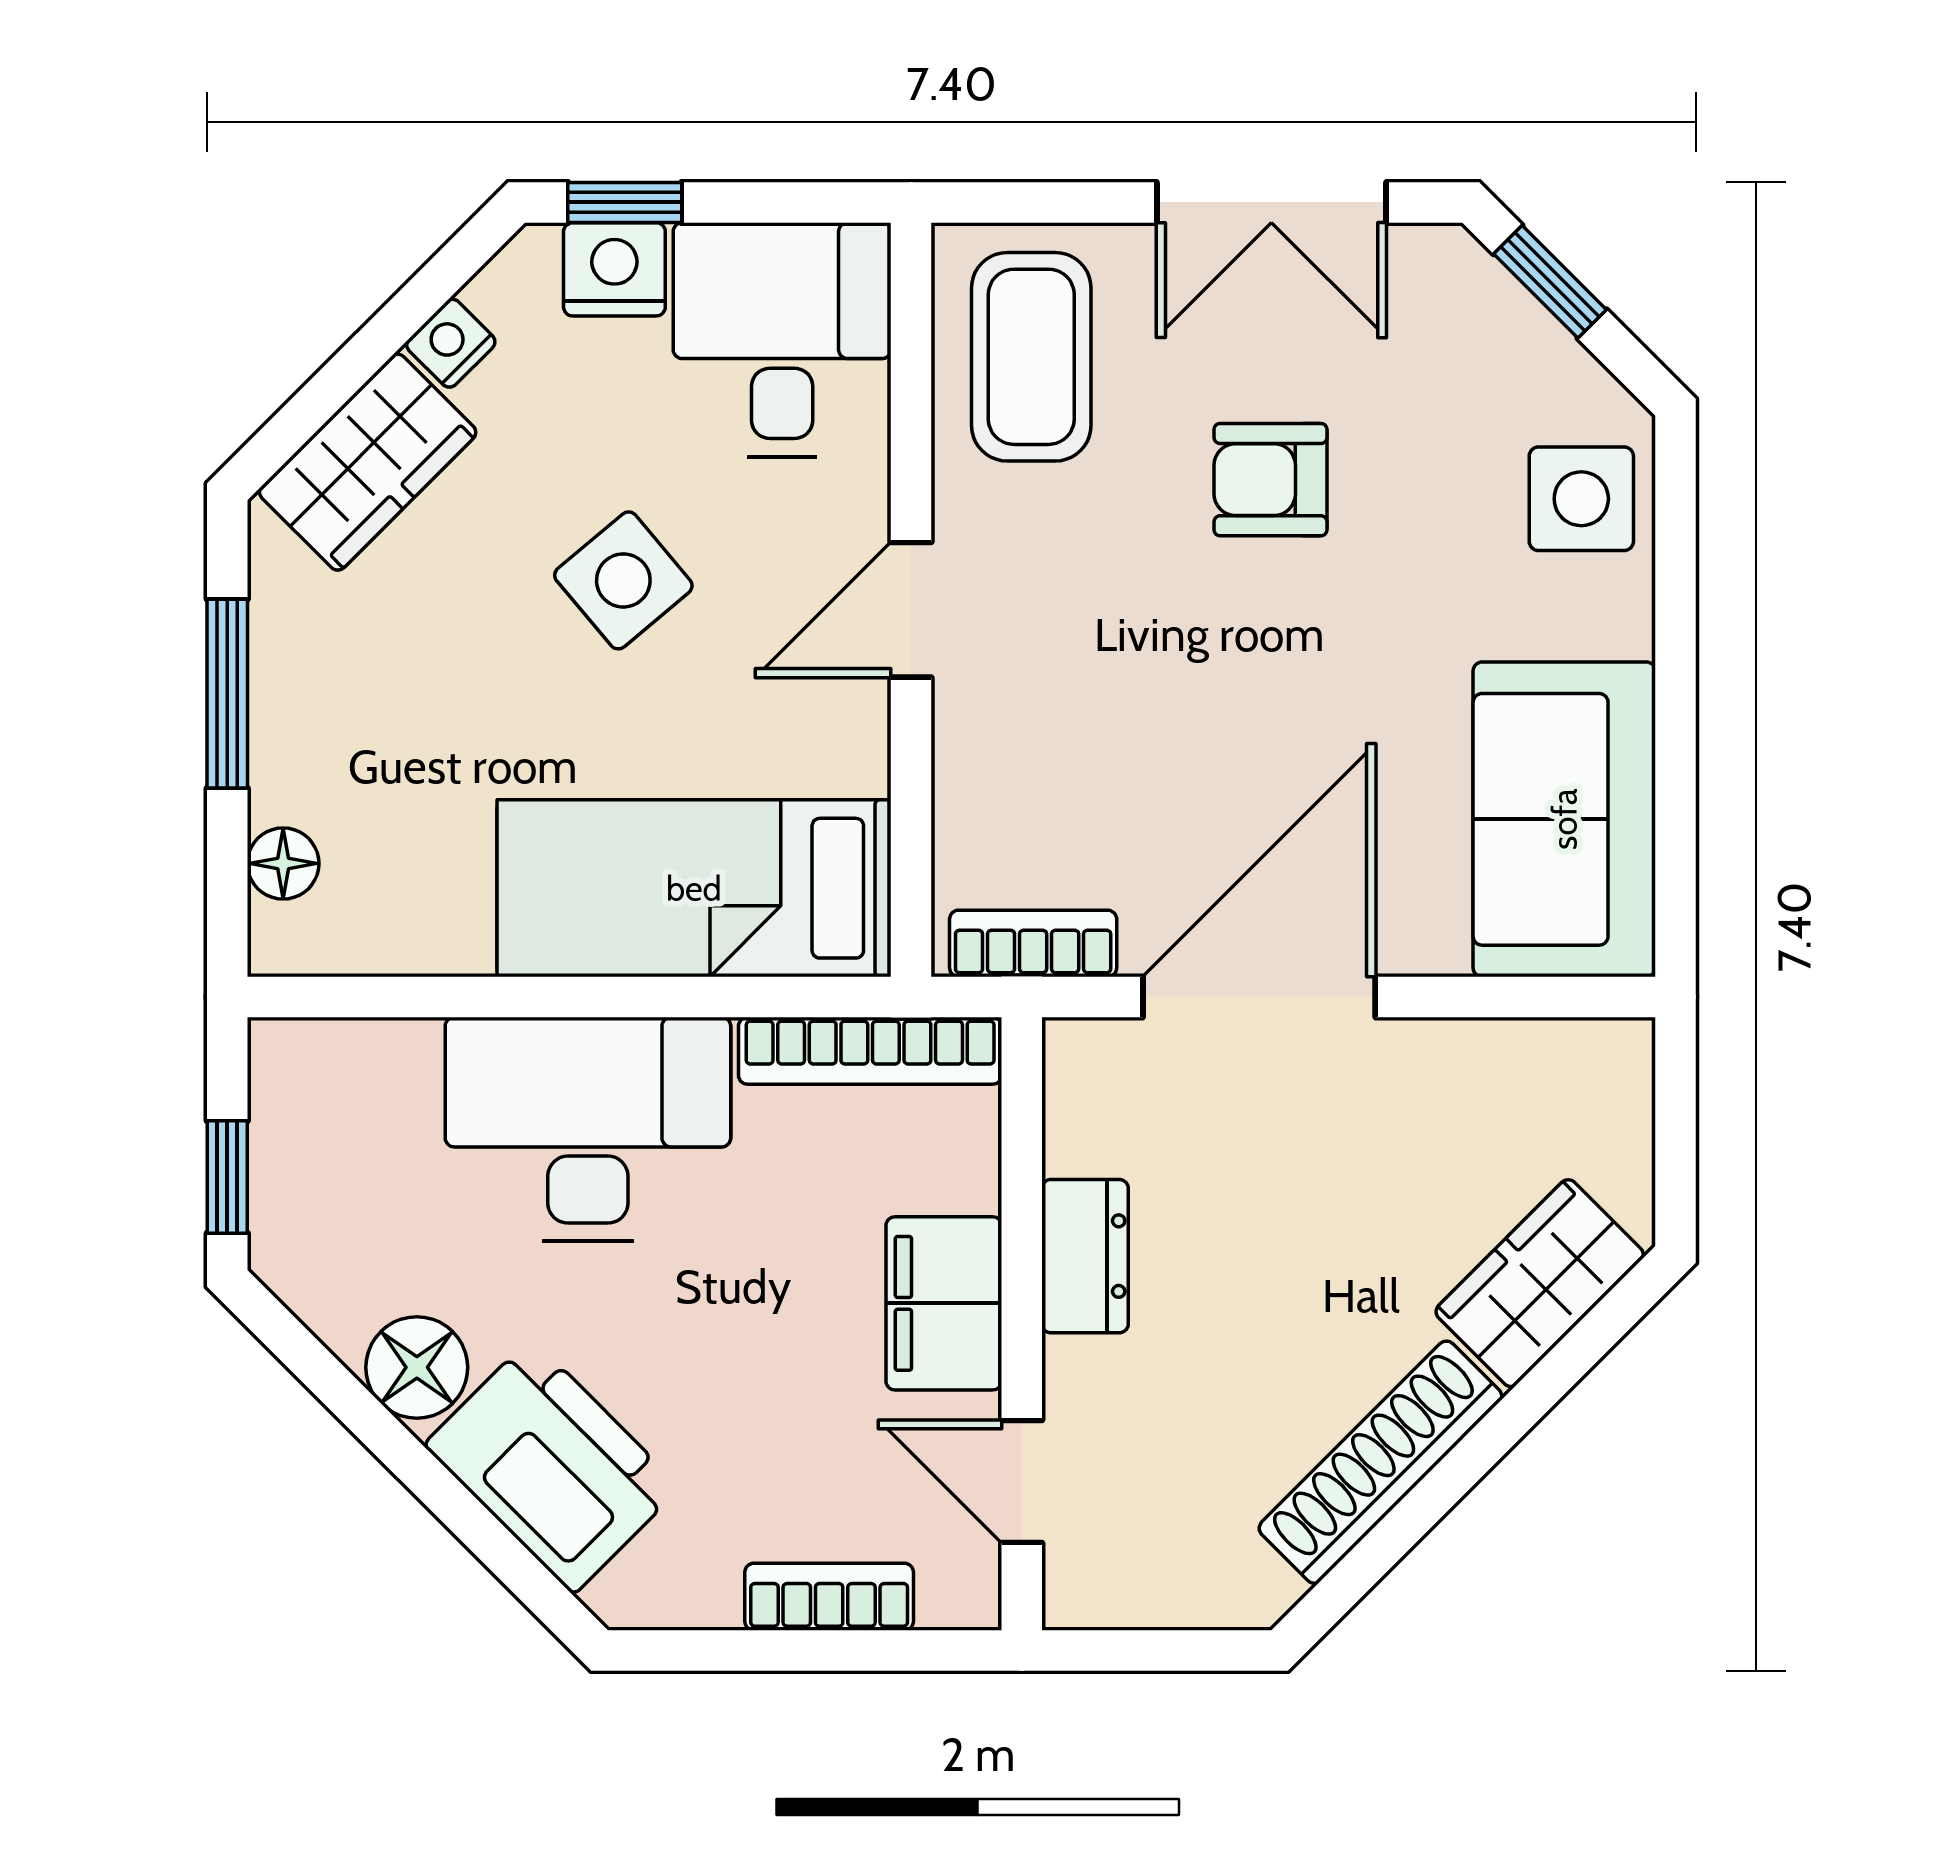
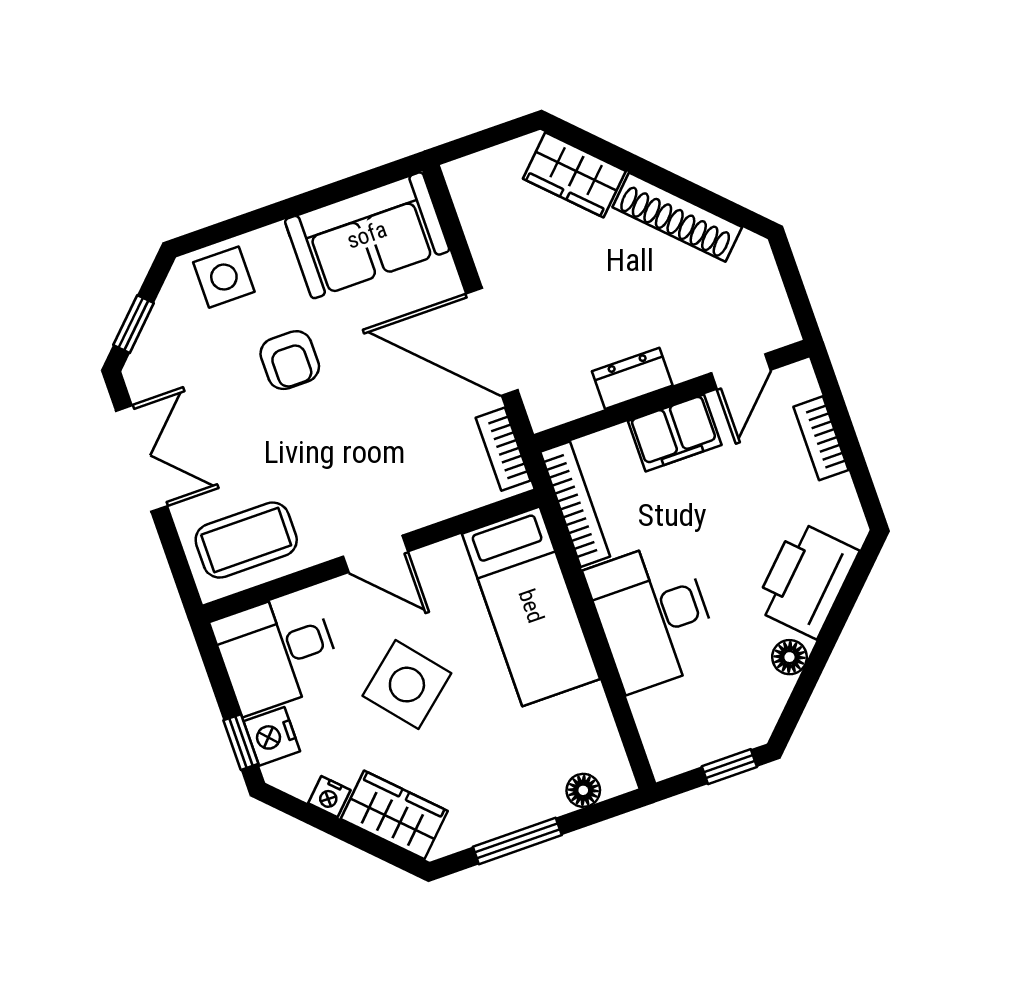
armchair: (1270, 480) -> (290, 360), moved
side table: (623, 580) -> (407, 685), width x1.37, depth x1.37
floor lamp: (417, 1367) -> (790, 657), width x0.73, depth x0.73

